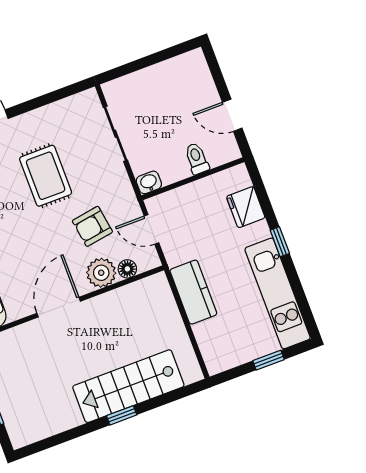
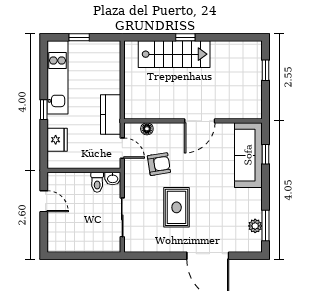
toilet: (197, 159) -> (97, 182), moved
plant: (101, 273) -> (164, 133), removed
kitchen counter: (193, 292) -> (111, 114), moved

